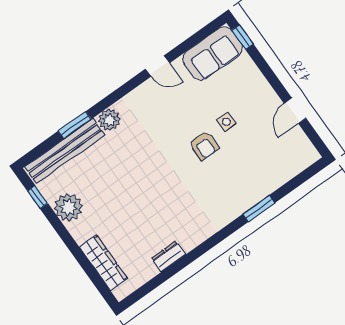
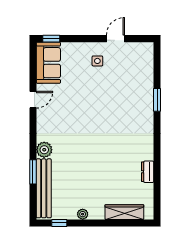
door: (295, 111) -> (115, 39), swing flipped
side table: (226, 122) -> (97, 61), moved
armchair: (204, 146) -> (98, 106), removed
plant: (68, 207) -> (83, 214), width x0.53, depth x0.53

